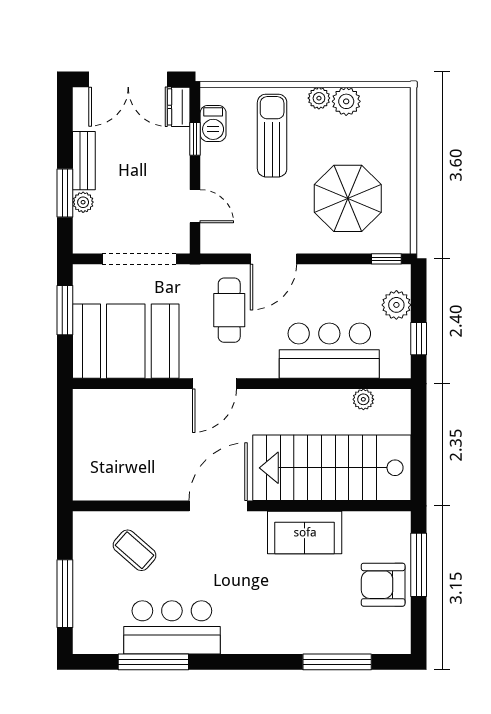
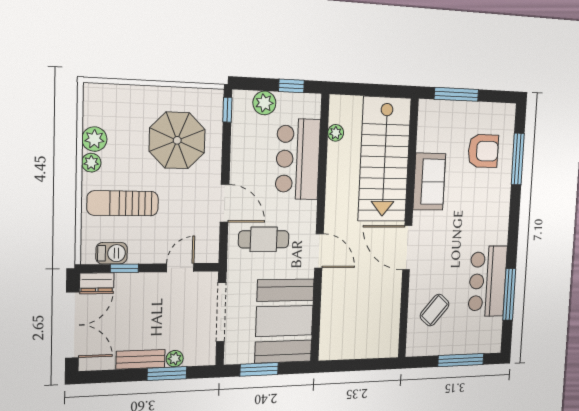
armchair: (383, 585) -> (483, 151), moved, turned -90

